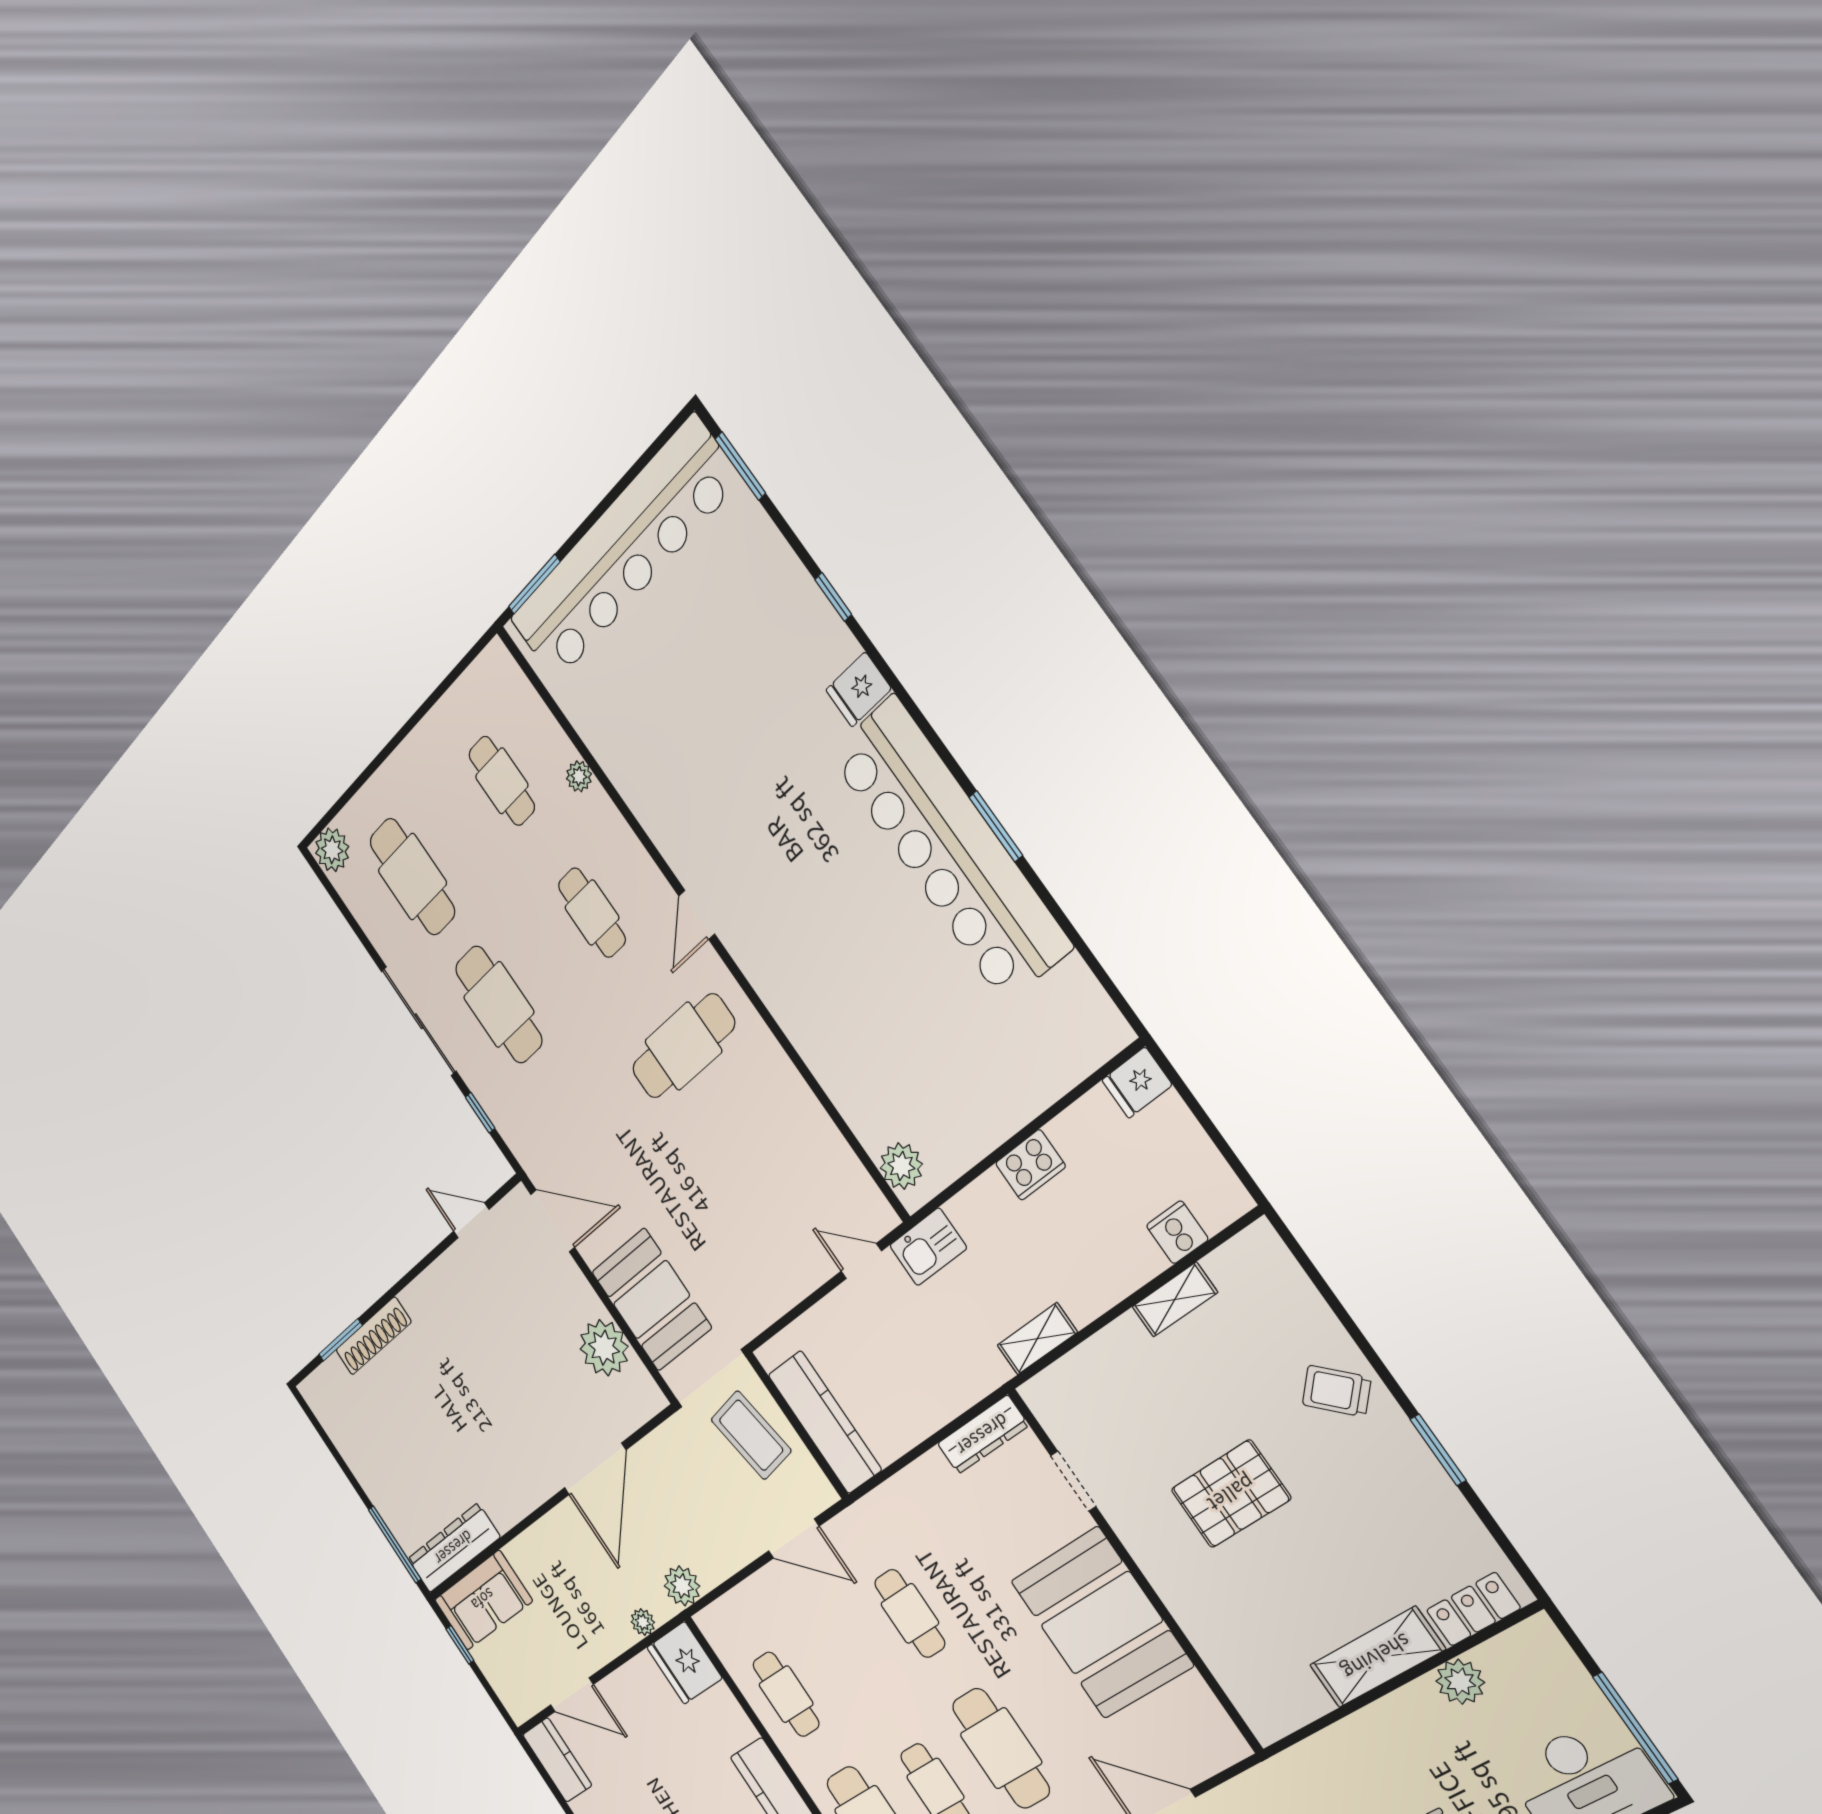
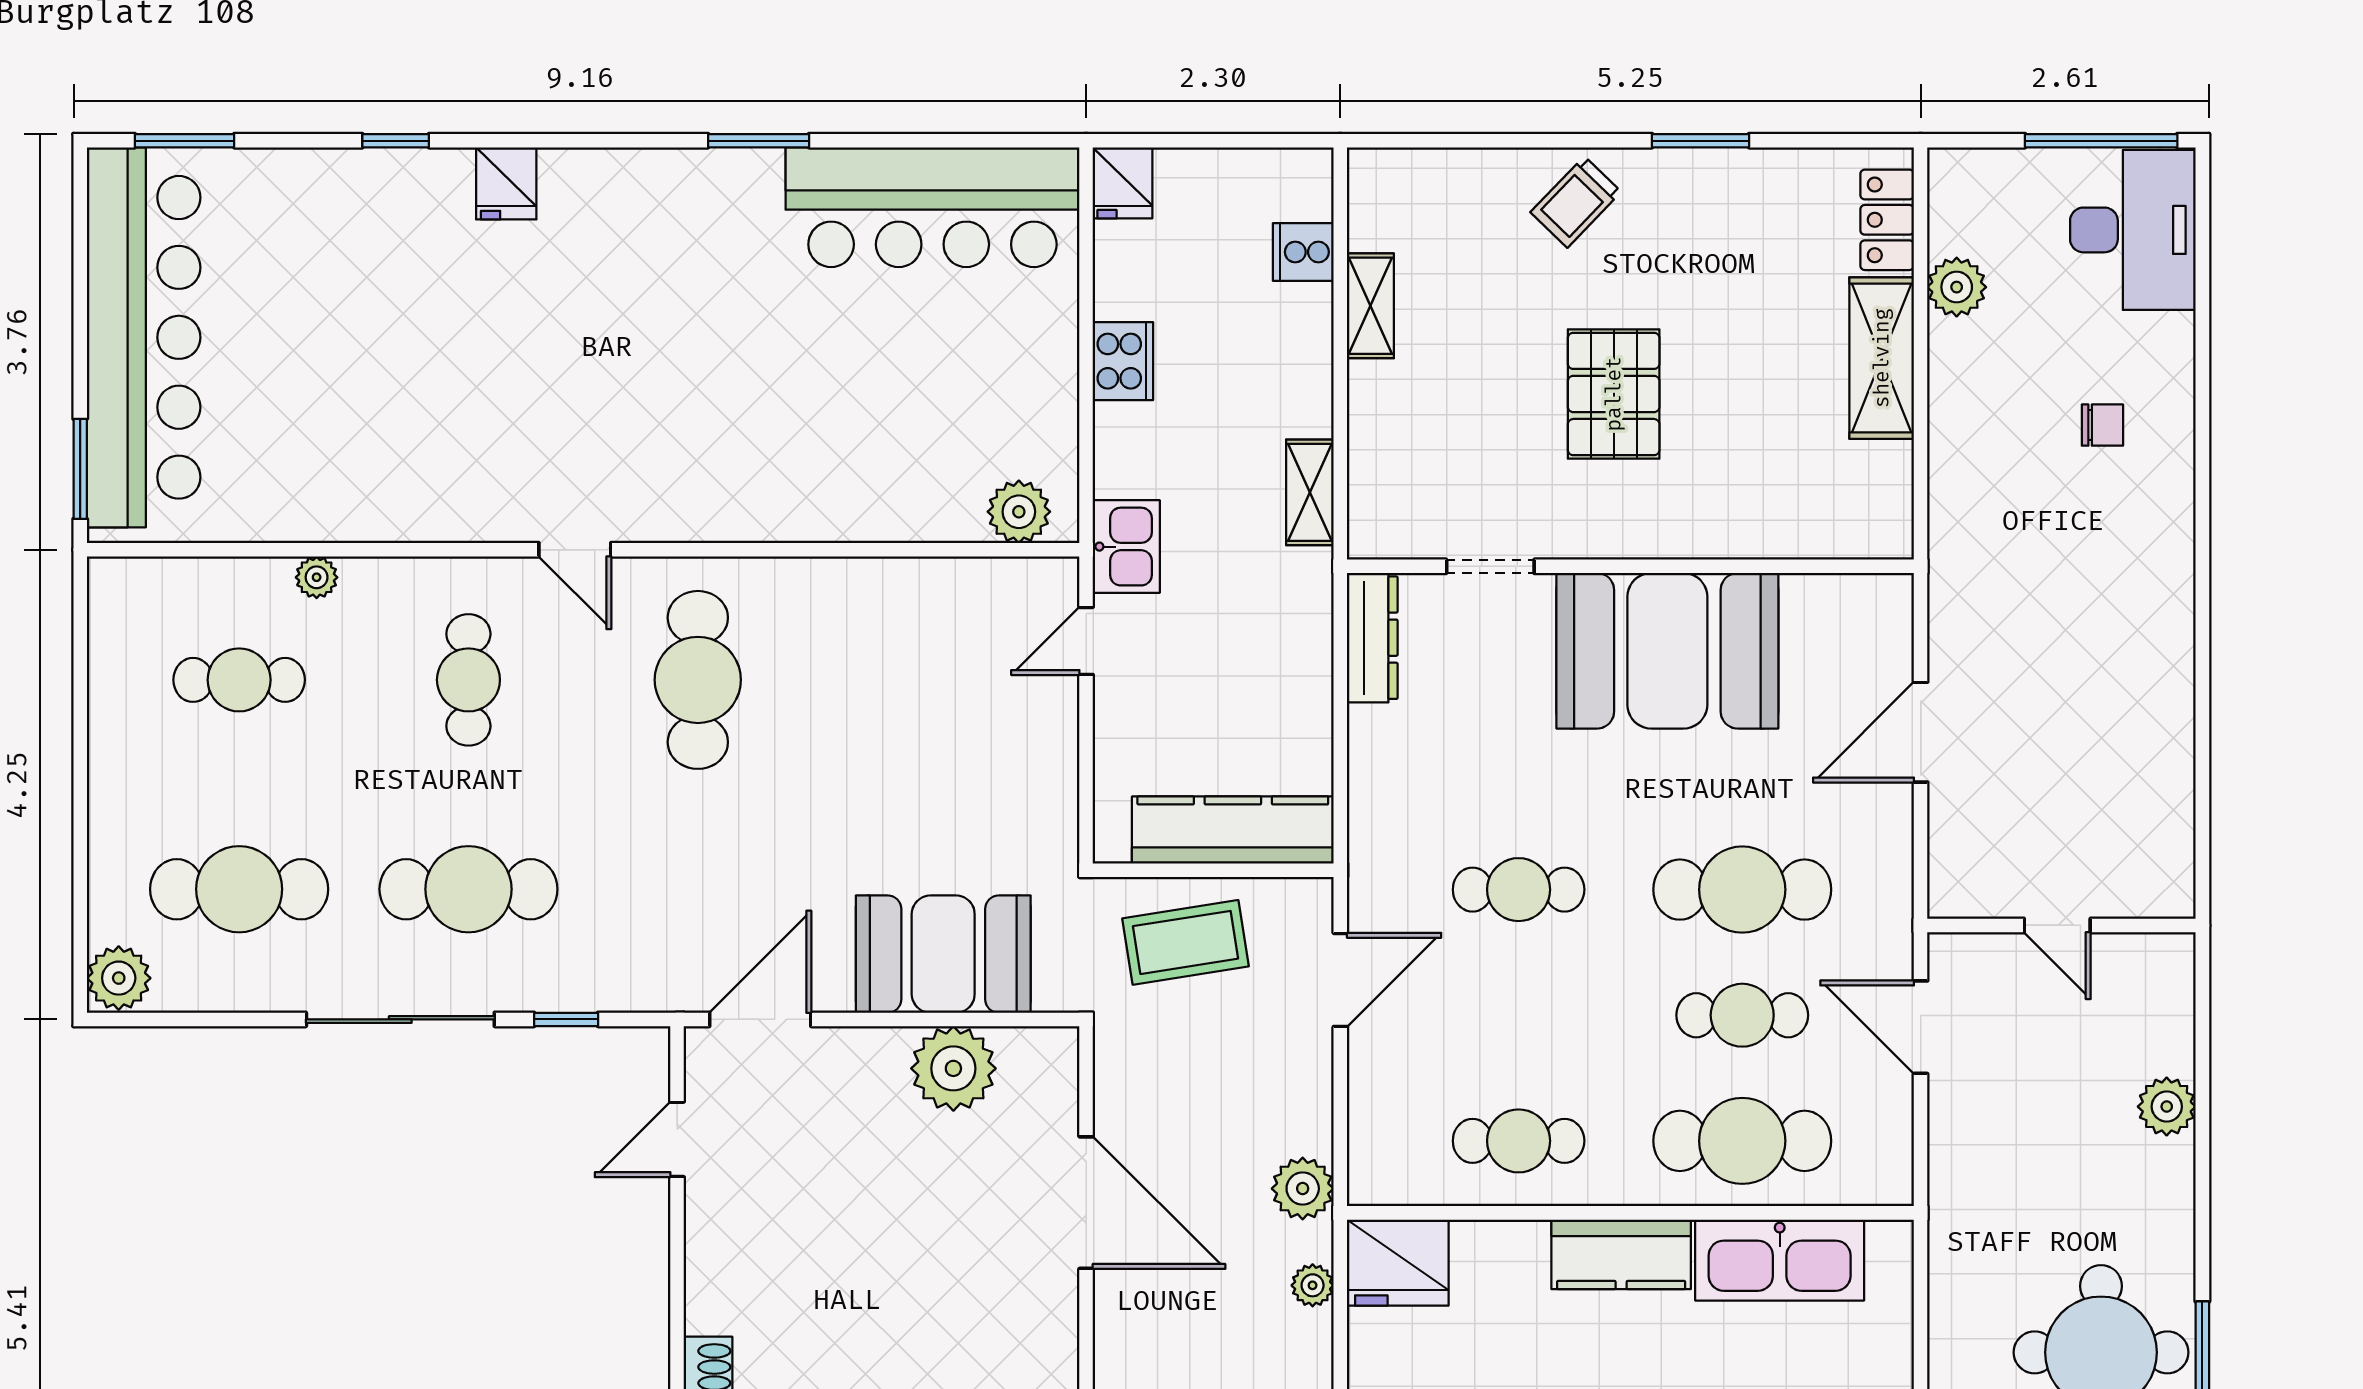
bar counter: (949, 850) -> (932, 207), moved, width x0.73
cafe table: (592, 913) -> (468, 680), turned 90

